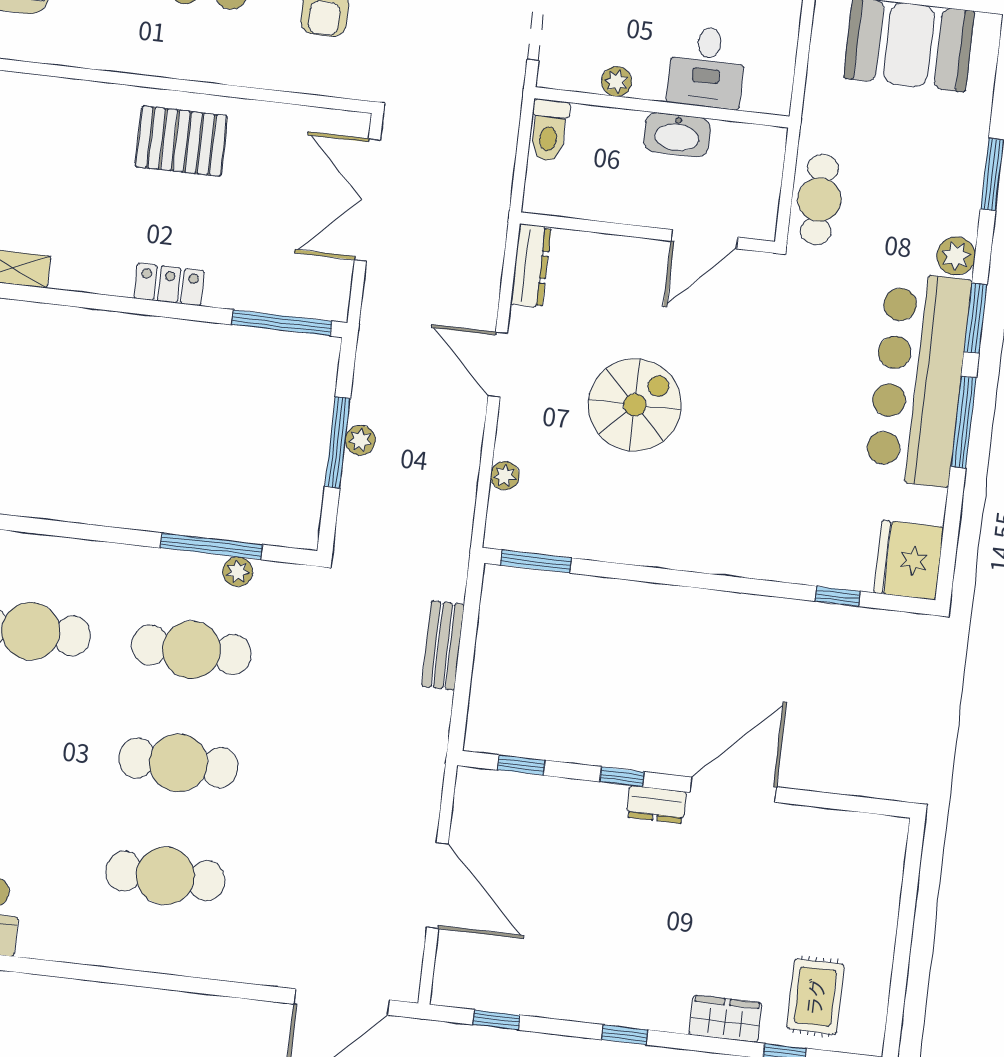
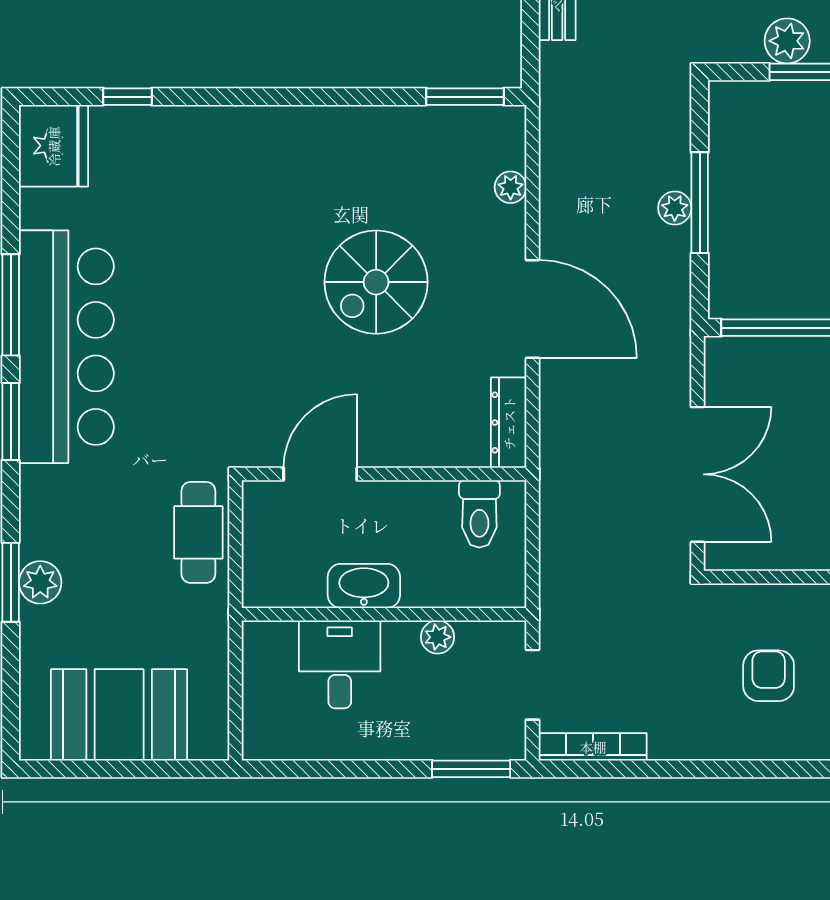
toilet: (549, 130) -> (479, 514), moved, turned 180
plant: (956, 256) -> (40, 582), moved
door: (498, 365) -> (533, 309), width x1.36
plant: (238, 572) -> (787, 41), width x1.38, depth x1.38

